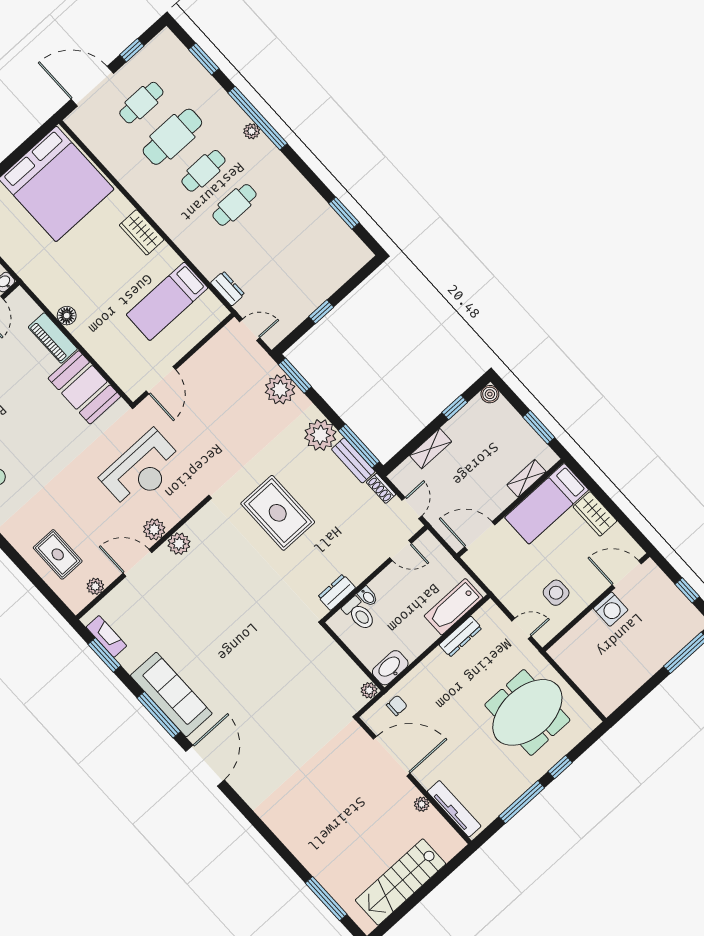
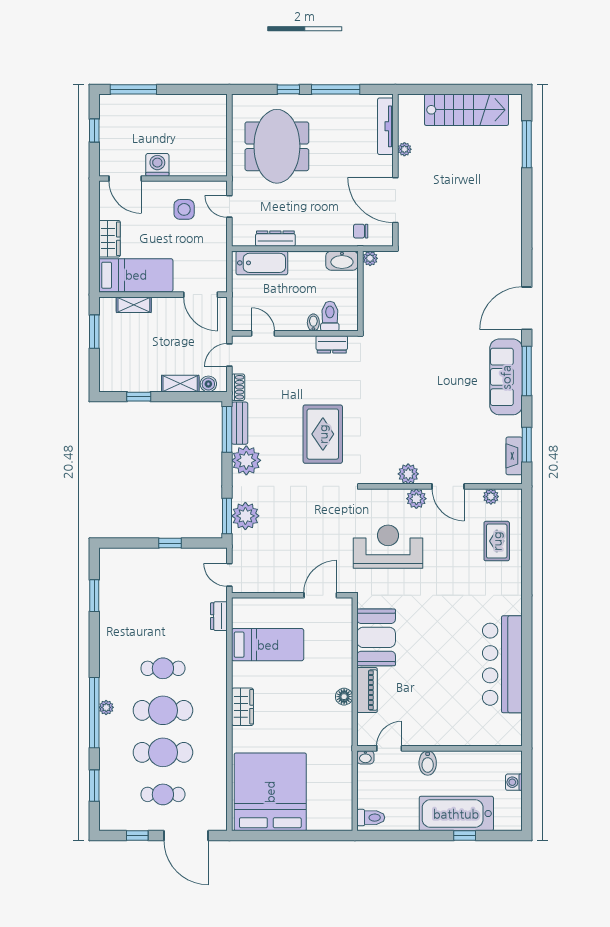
cafe table: (203, 171) -> (163, 710), width x1.37, depth x1.35
boiler: (490, 394) -> (208, 384), moved
meeting table: (527, 712) -> (277, 146), turned 90

